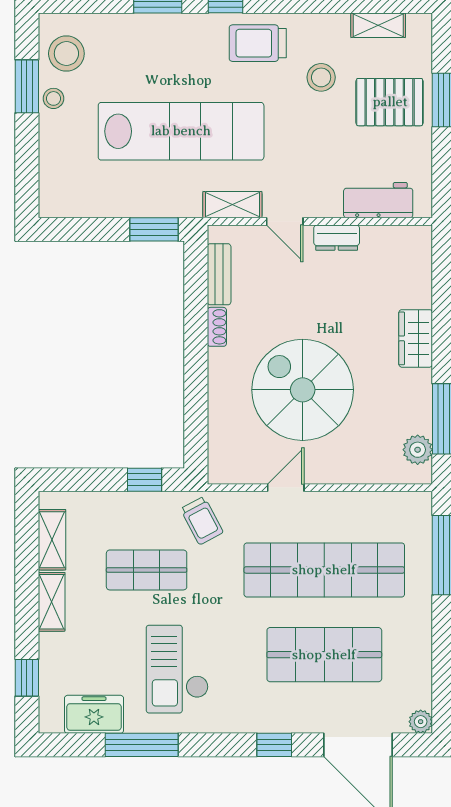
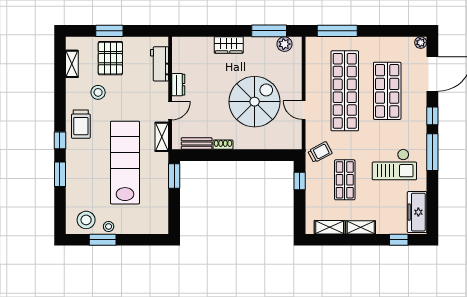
spiral stairs: (303, 390) -> (255, 102), turned 180
freezer: (94, 714) -> (417, 212), width x1.40
window: (142, 745) -> (432, 152), moved

